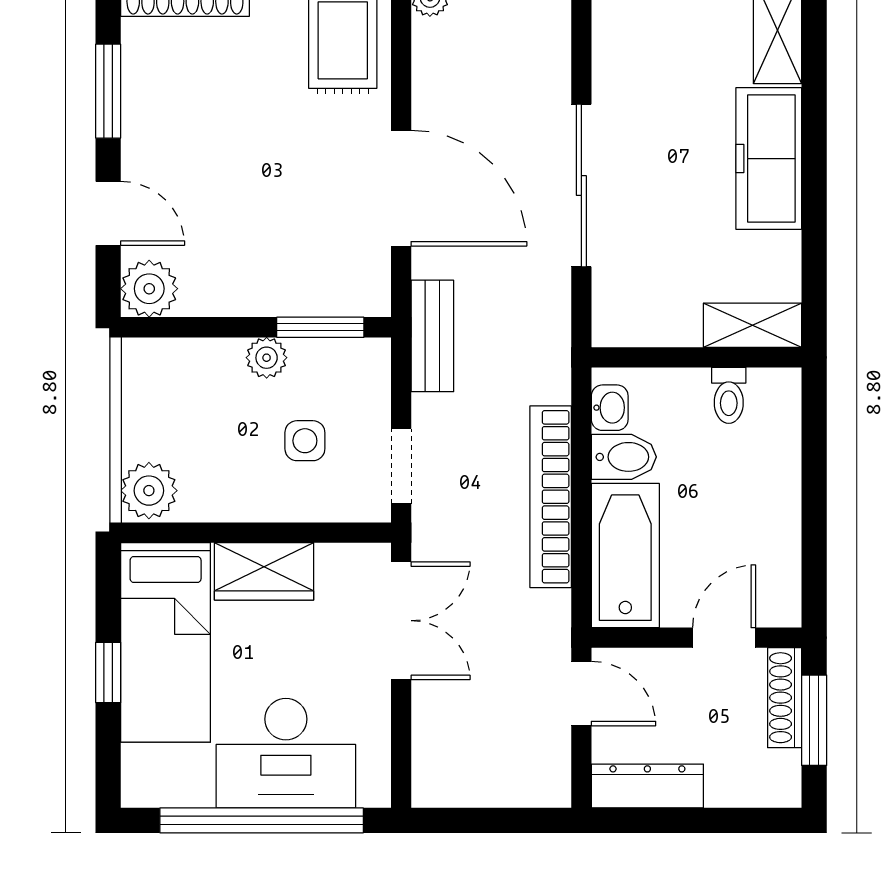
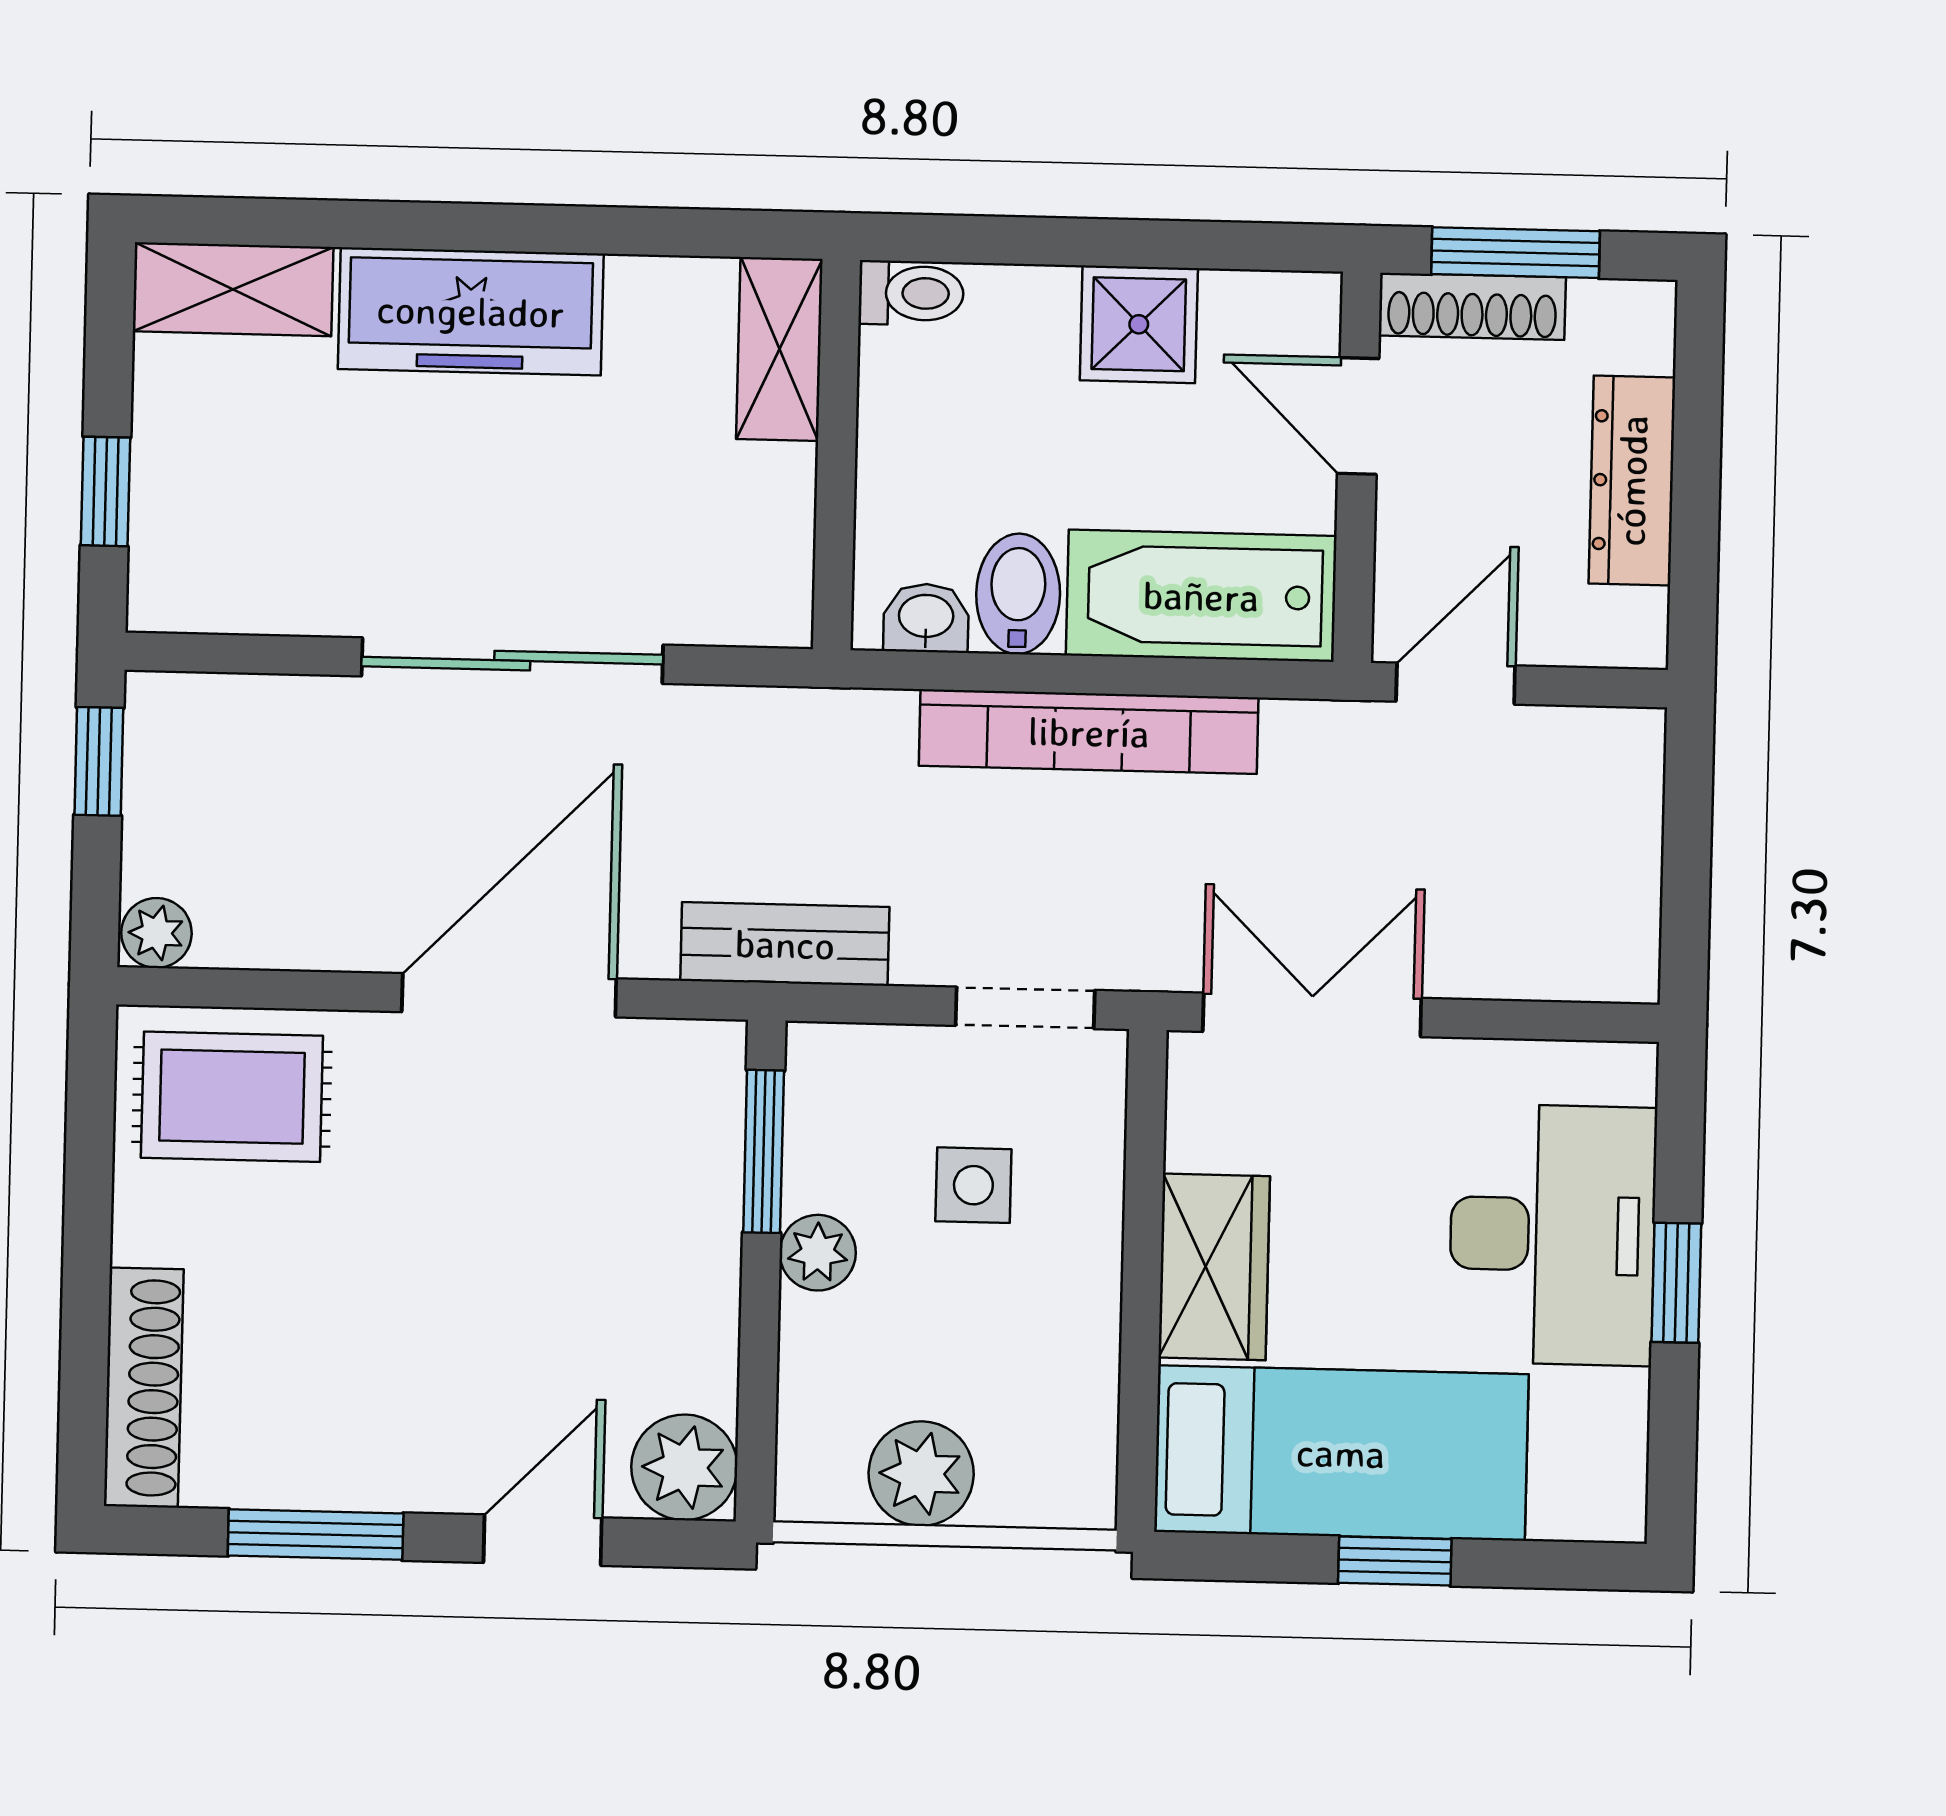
toilet: (729, 395) -> (911, 293), moved
plant: (149, 491) -> (921, 1474), moved
shower: (771, 518) -> (1139, 324), added
dresser: (647, 786) -> (1632, 480), moved
window: (262, 820) -> (1676, 1283), width x0.32

